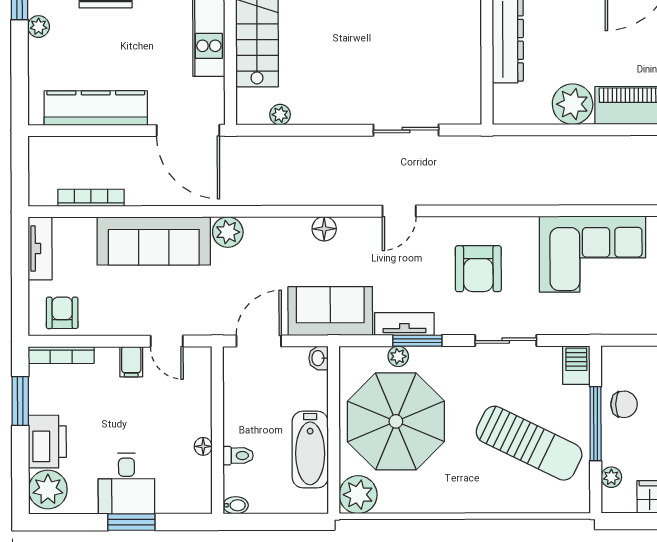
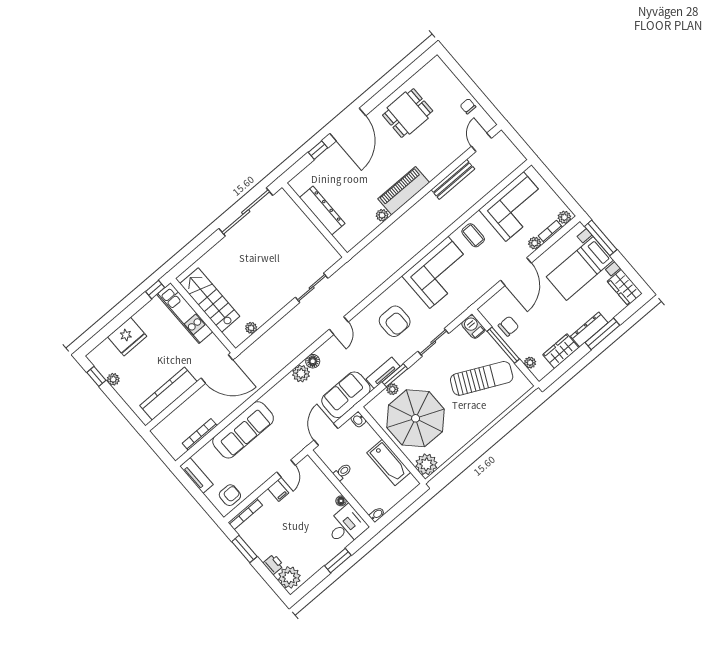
plant: (573, 104) -> (382, 215), width x0.53, depth x0.53
plant: (228, 232) -> (301, 374), moved
armchair: (62, 313) -> (230, 495), turned 90
door: (167, 341) -> (286, 469), hinge flipped
printer: (47, 442) -> (273, 564), width x0.53, depth x0.68
toilet: (238, 456) -> (342, 472), moved
desk: (126, 484) -> (346, 526), moved, turned -90

